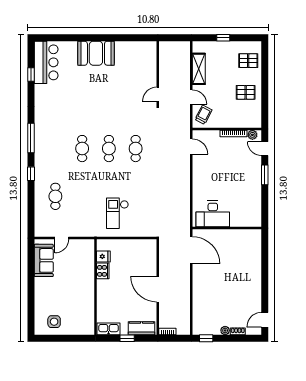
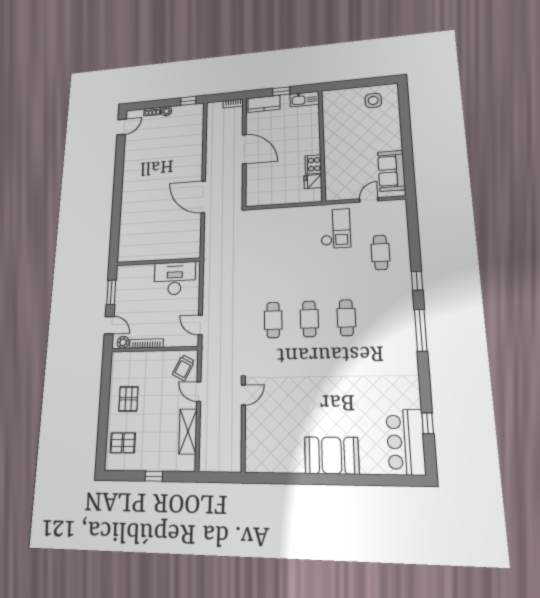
pallet: (246, 92) -> (128, 399), turned 90
checkout: (117, 213) -> (335, 229), moved
desk: (213, 214) -> (175, 278), moved
wall: (227, 228) -> (158, 262), moved

